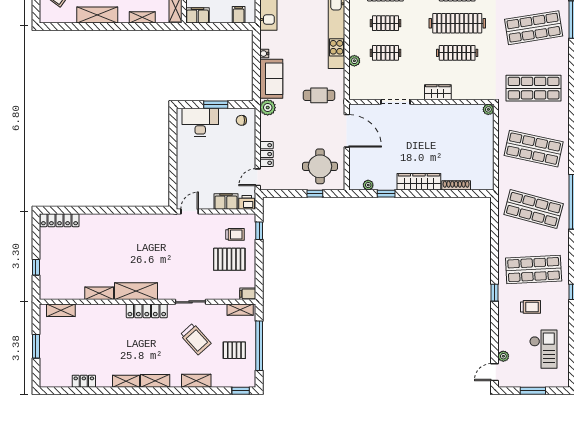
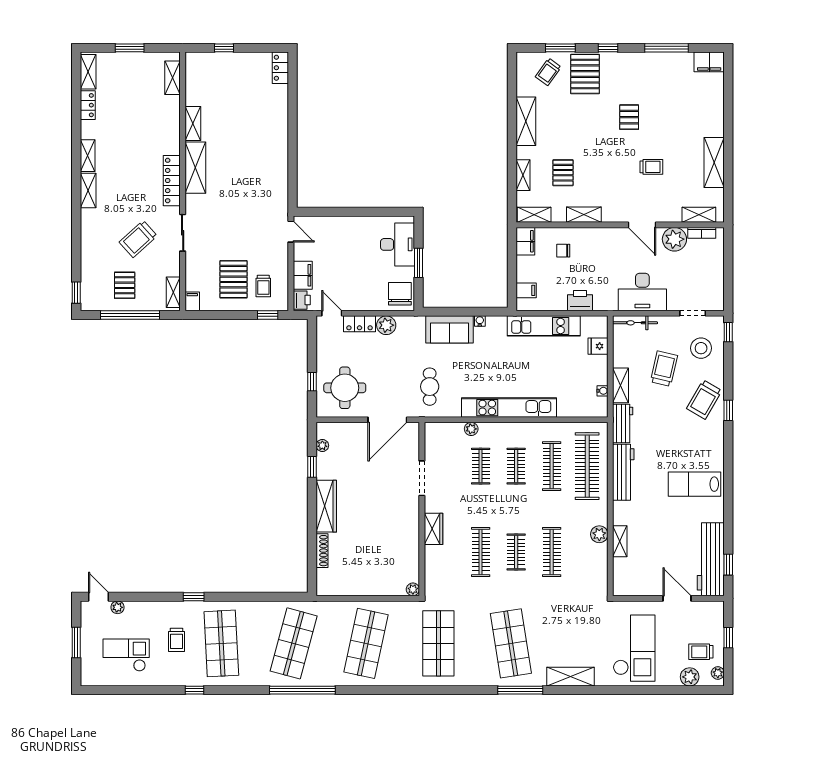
clothes rail: (457, 23) -> (516, 552), width x0.54, depth x0.76
plant: (268, 108) -> (386, 325), moved
chair: (241, 120) -> (400, 294), width x1.87, depth x1.87
locker: (60, 220) -> (280, 68), width x0.66
checkout: (543, 349) -> (126, 655), turned 180
shelving: (196, 381) -> (88, 72), moved

